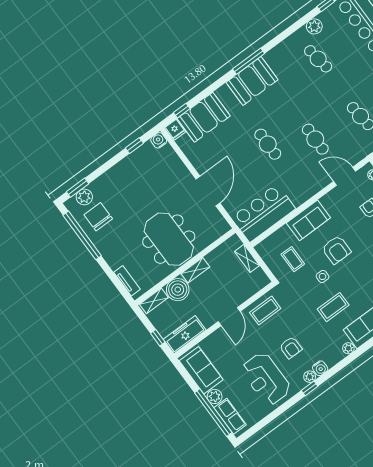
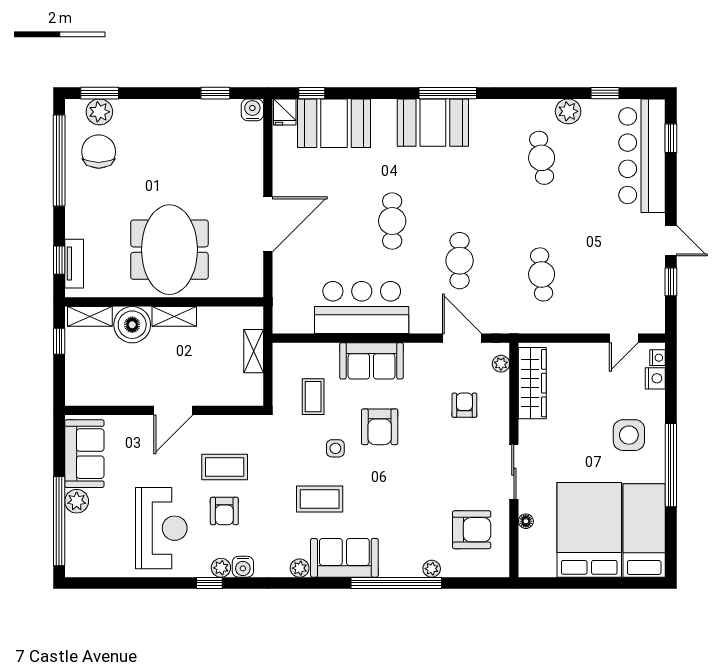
bar counter: (263, 213) -> (362, 307), moved
window: (118, 284) -> (59, 260), added
coffee table: (265, 311) -> (225, 467), moved
freezer: (185, 335) -> (97, 391), removed
window: (158, 338) -> (59, 341), moved
reception desk: (266, 379) -> (161, 528), turned 180
row of seats: (230, 416) -> (78, 542), removed

